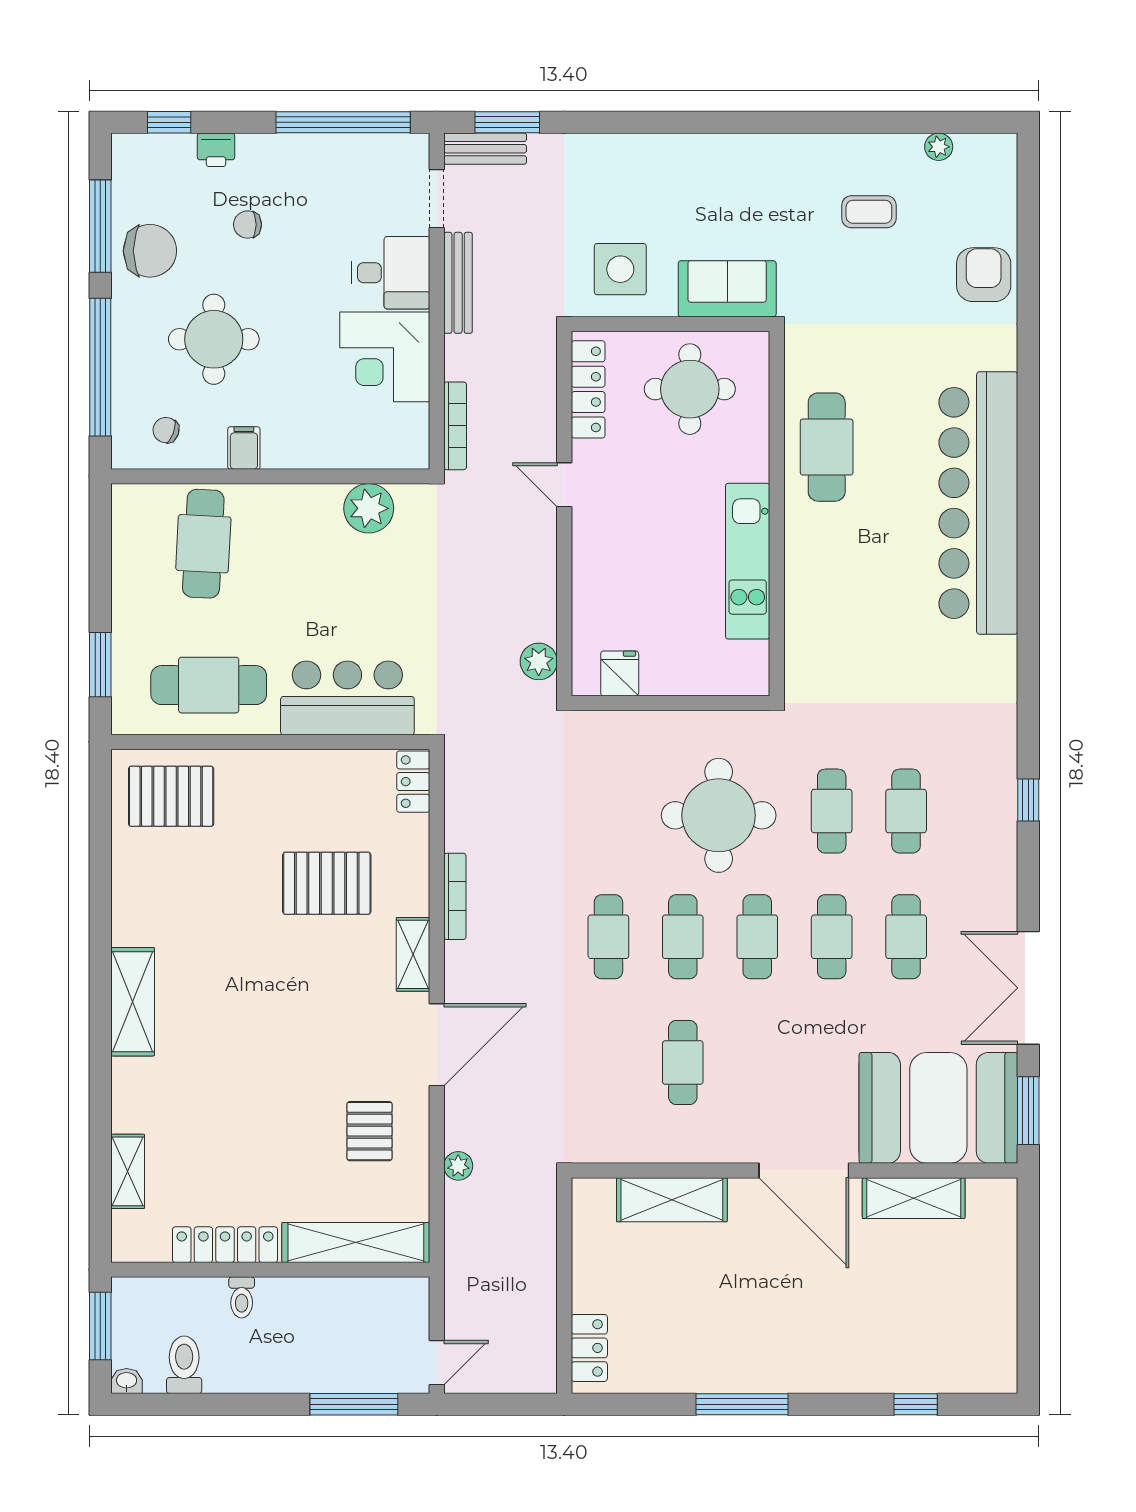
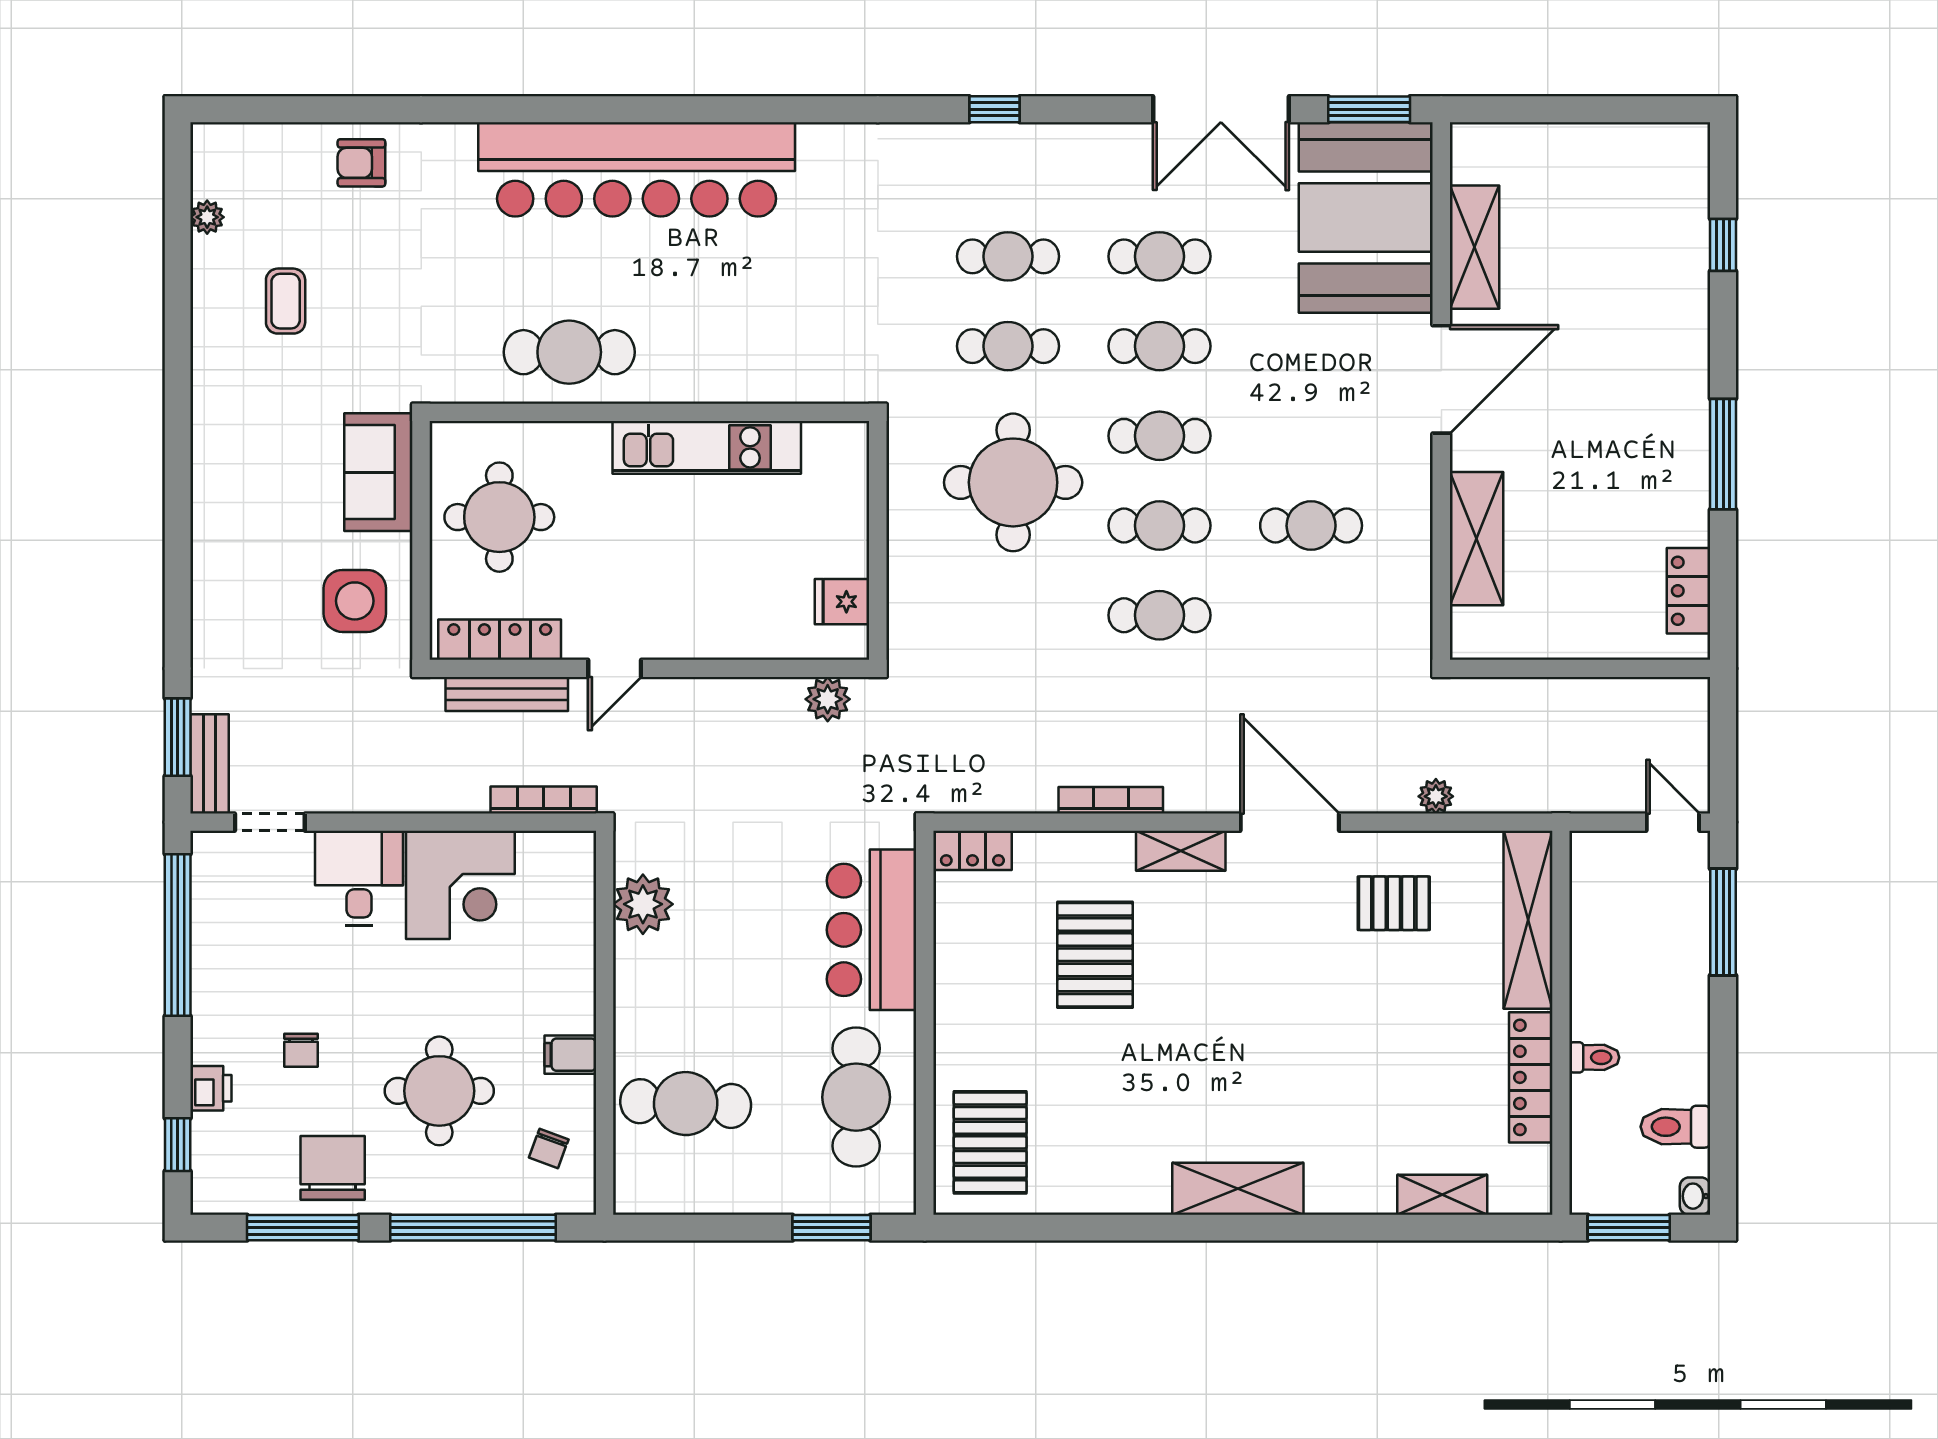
armchair: (984, 275) -> (361, 163), width x0.72, depth x0.72
bench: (458, 283) -> (507, 694), moved
locker: (589, 1348) -> (1689, 591), moved, turned -90

